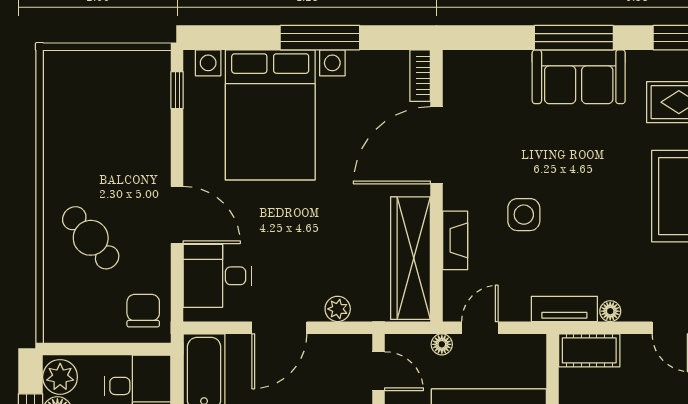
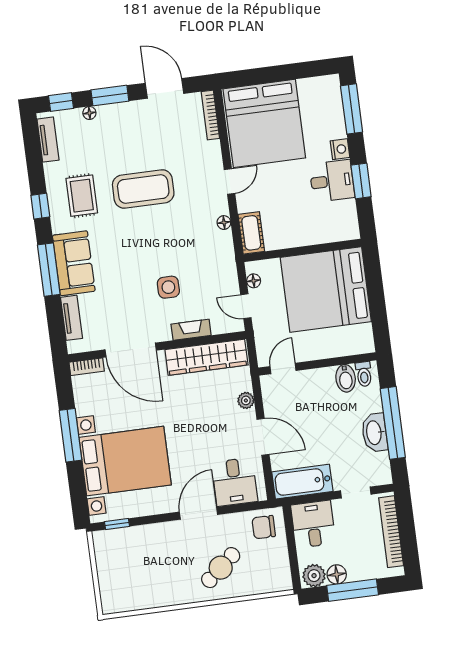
tv unit: (564, 309) -> (71, 318), moved, turned 180
floor lamp: (442, 344) -> (254, 281), moved

